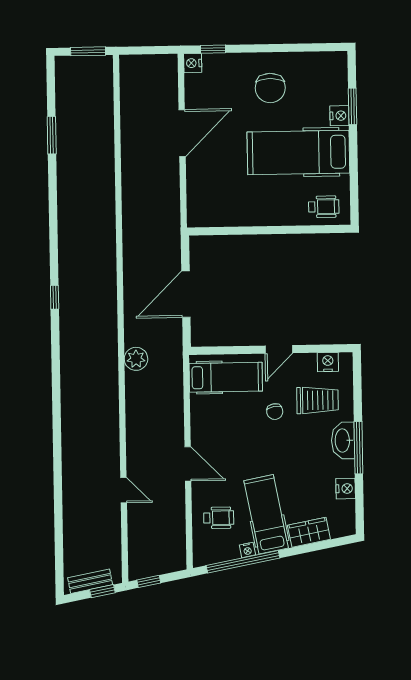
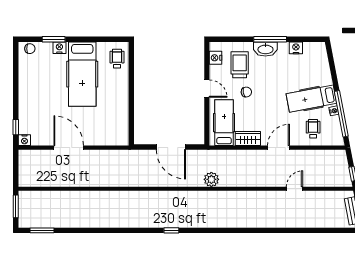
chair: (270, 88) -> (30, 49), moved, width x0.54, depth x0.54
window: (52, 135) -> (42, 230), moved
wardrobe: (309, 532) -> (248, 139), moved, turned 101

